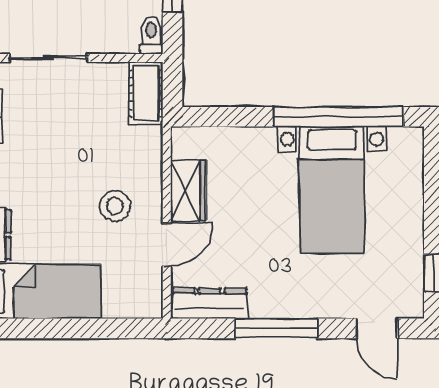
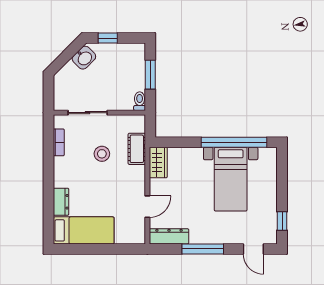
cot: (146, 93) -> (137, 149), moved
wardrobe: (188, 191) -> (158, 163), moved
stool: (115, 206) -> (102, 154), moved

